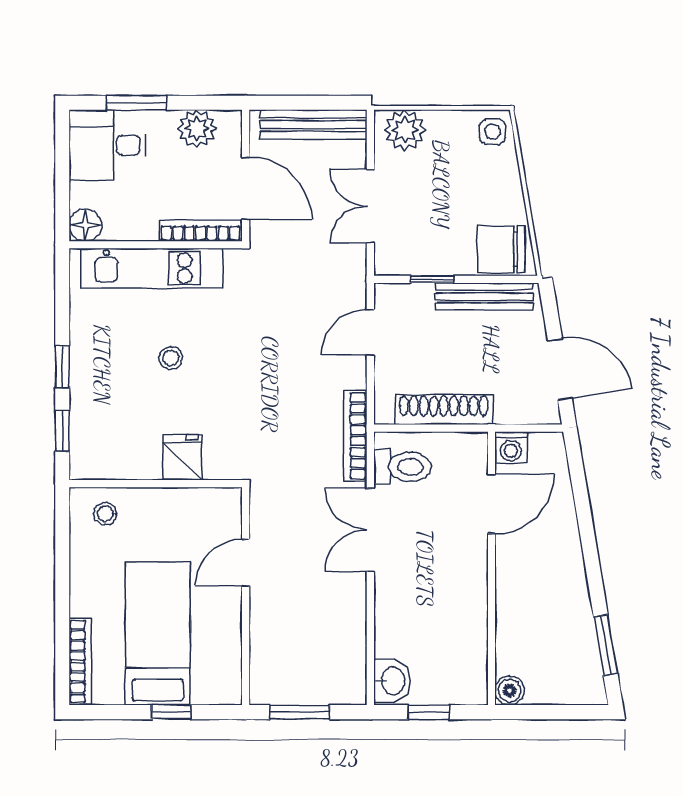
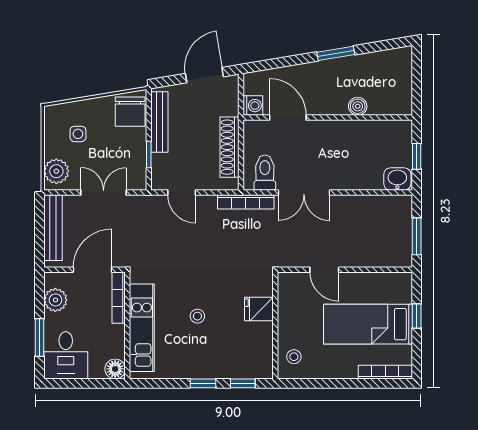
side table: (493, 132) -> (78, 134), moved
double door: (370, 206) -> (104, 193), swing flipped
window: (606, 645) -> (336, 53), moved
boiler: (510, 690) -> (358, 106), moved

